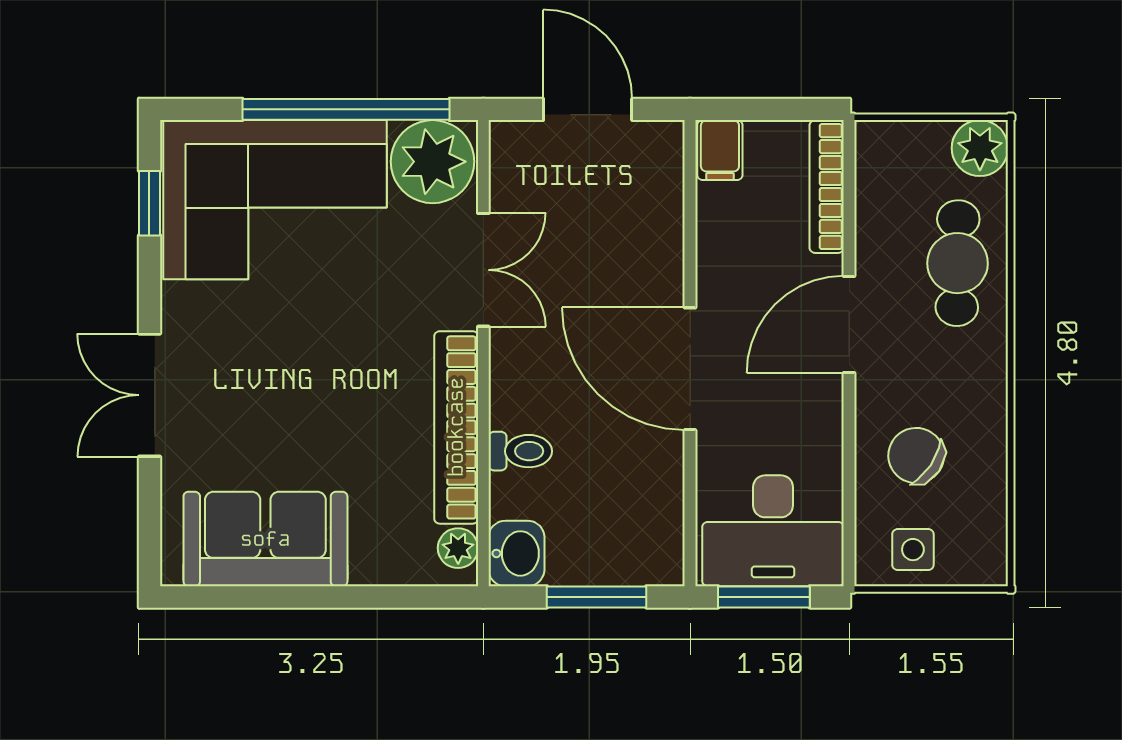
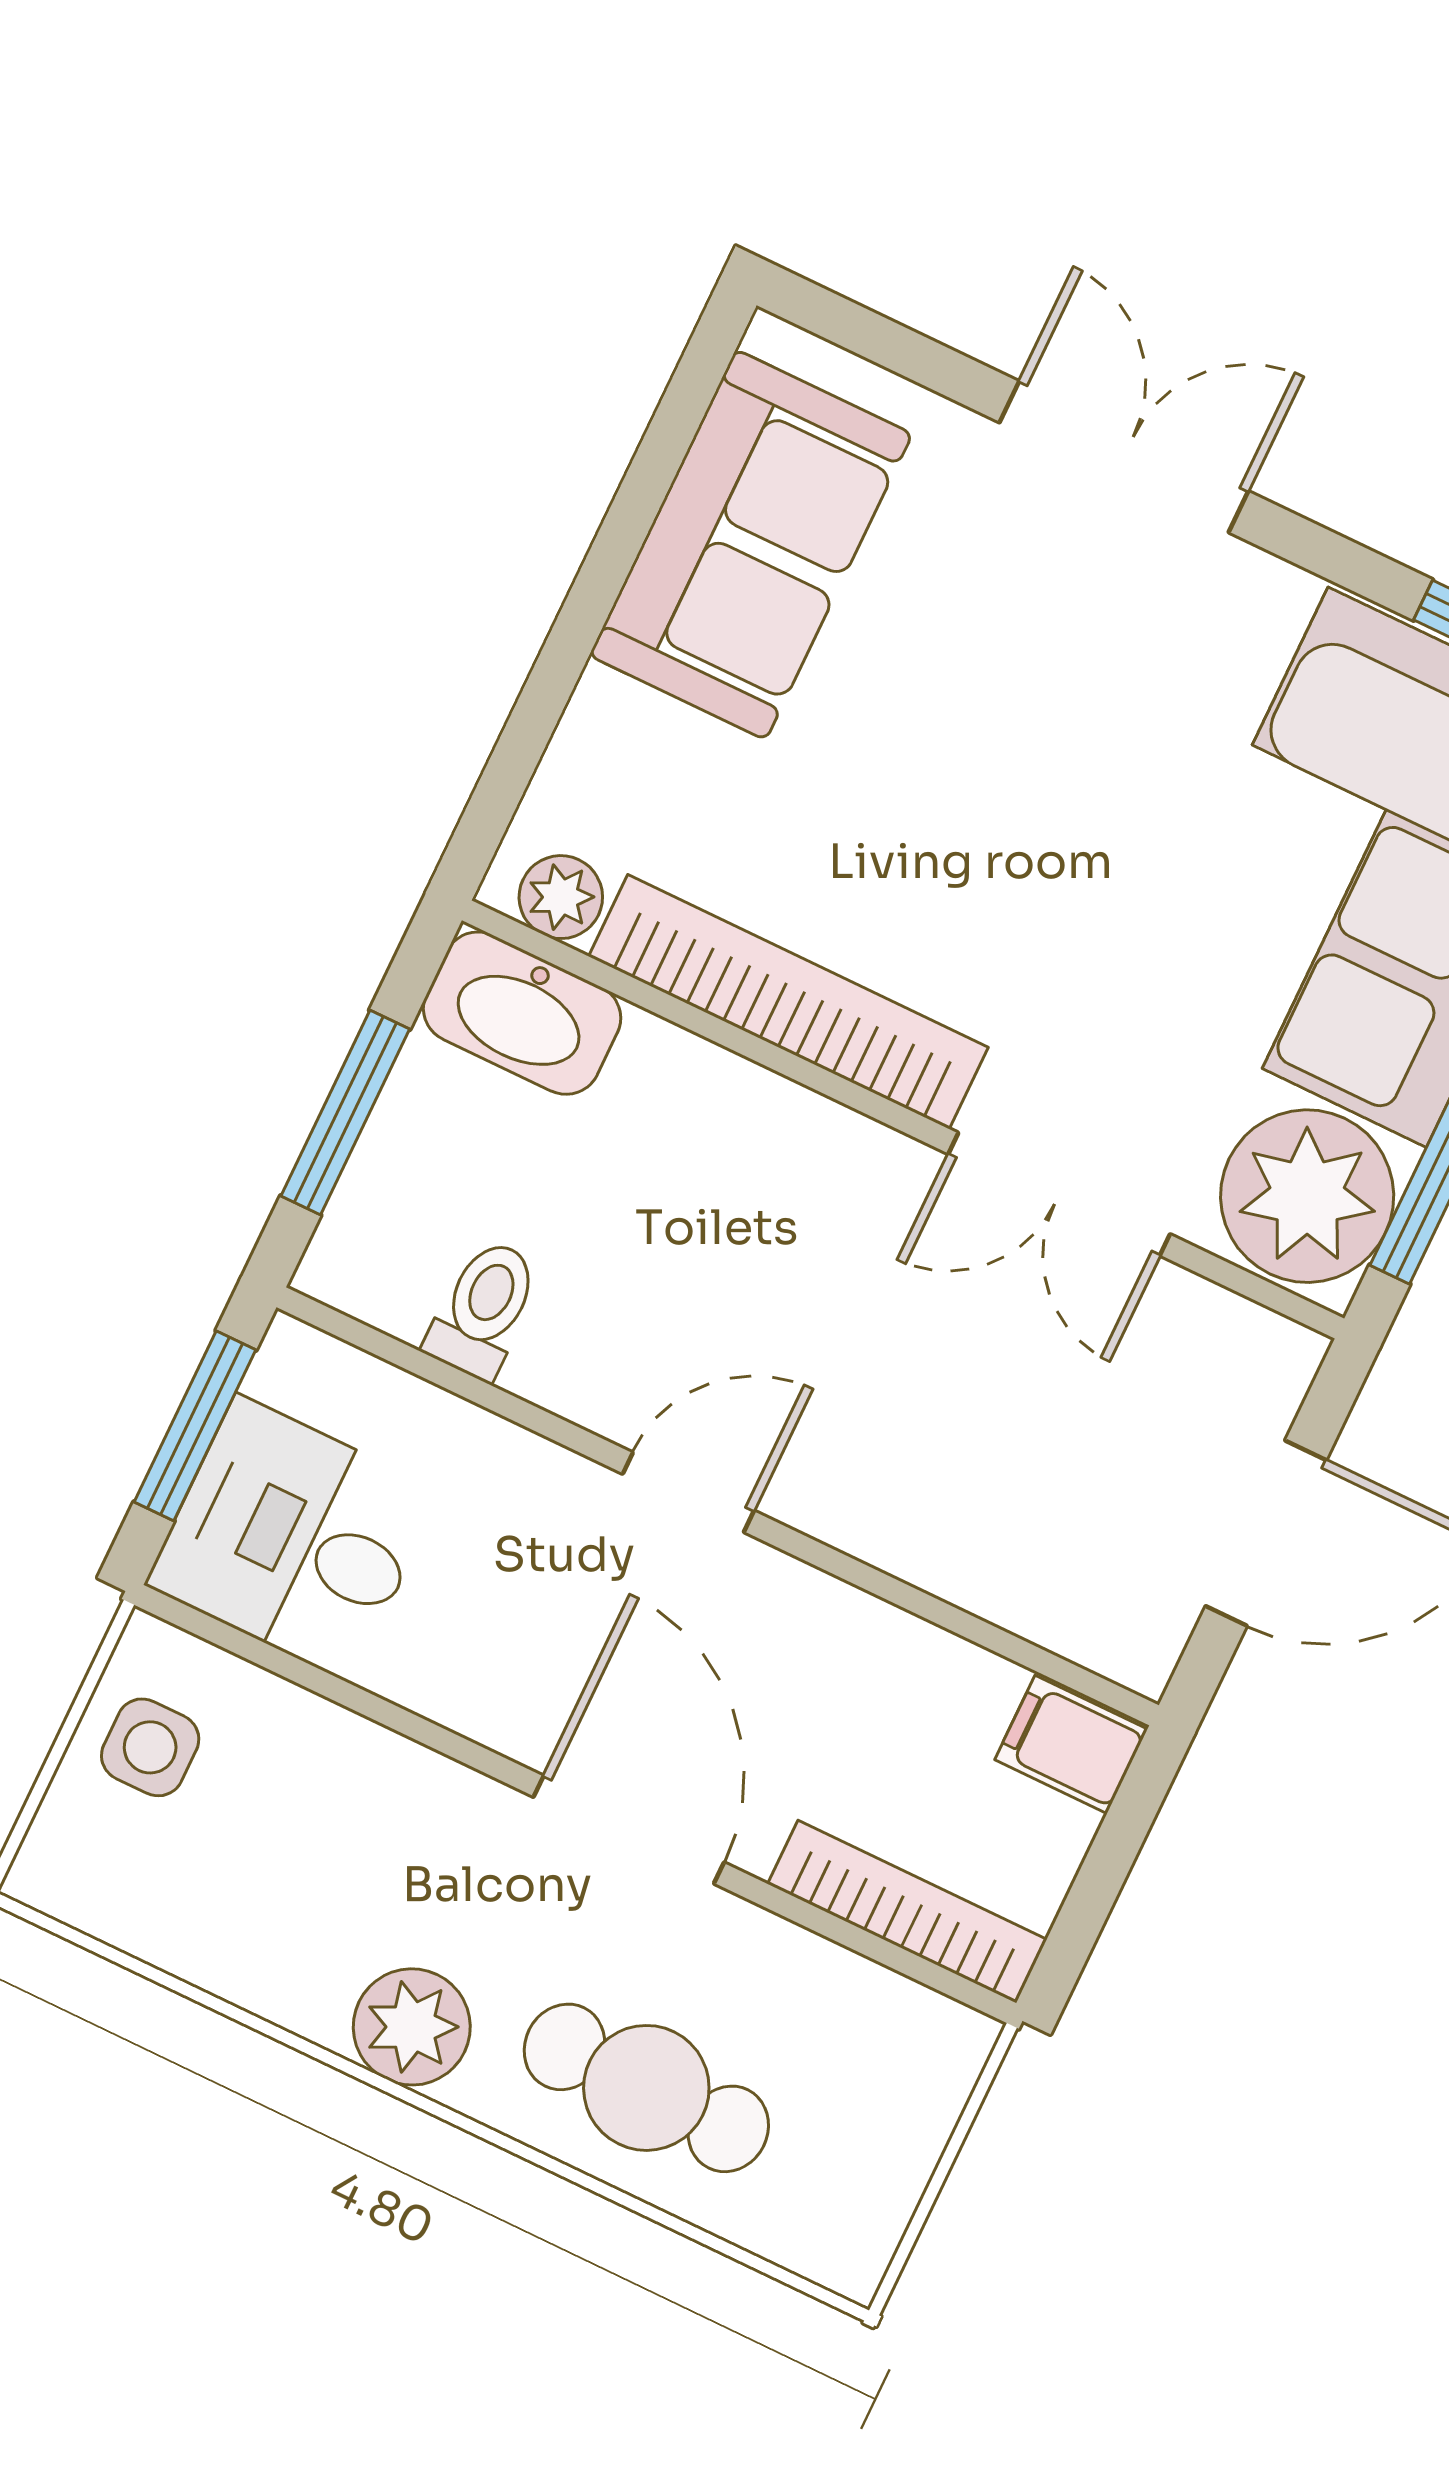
plant: (980, 148) -> (412, 2027), moved
door: (690, 369) -> (688, 1492), width x0.53
toilet: (520, 451) -> (483, 1309), moved, turned 180
chair: (916, 456) -> (323, 1838), removed
desk: (773, 531) -> (294, 1538), width x0.73
washbasin: (516, 553) -> (522, 1013), width x1.38

